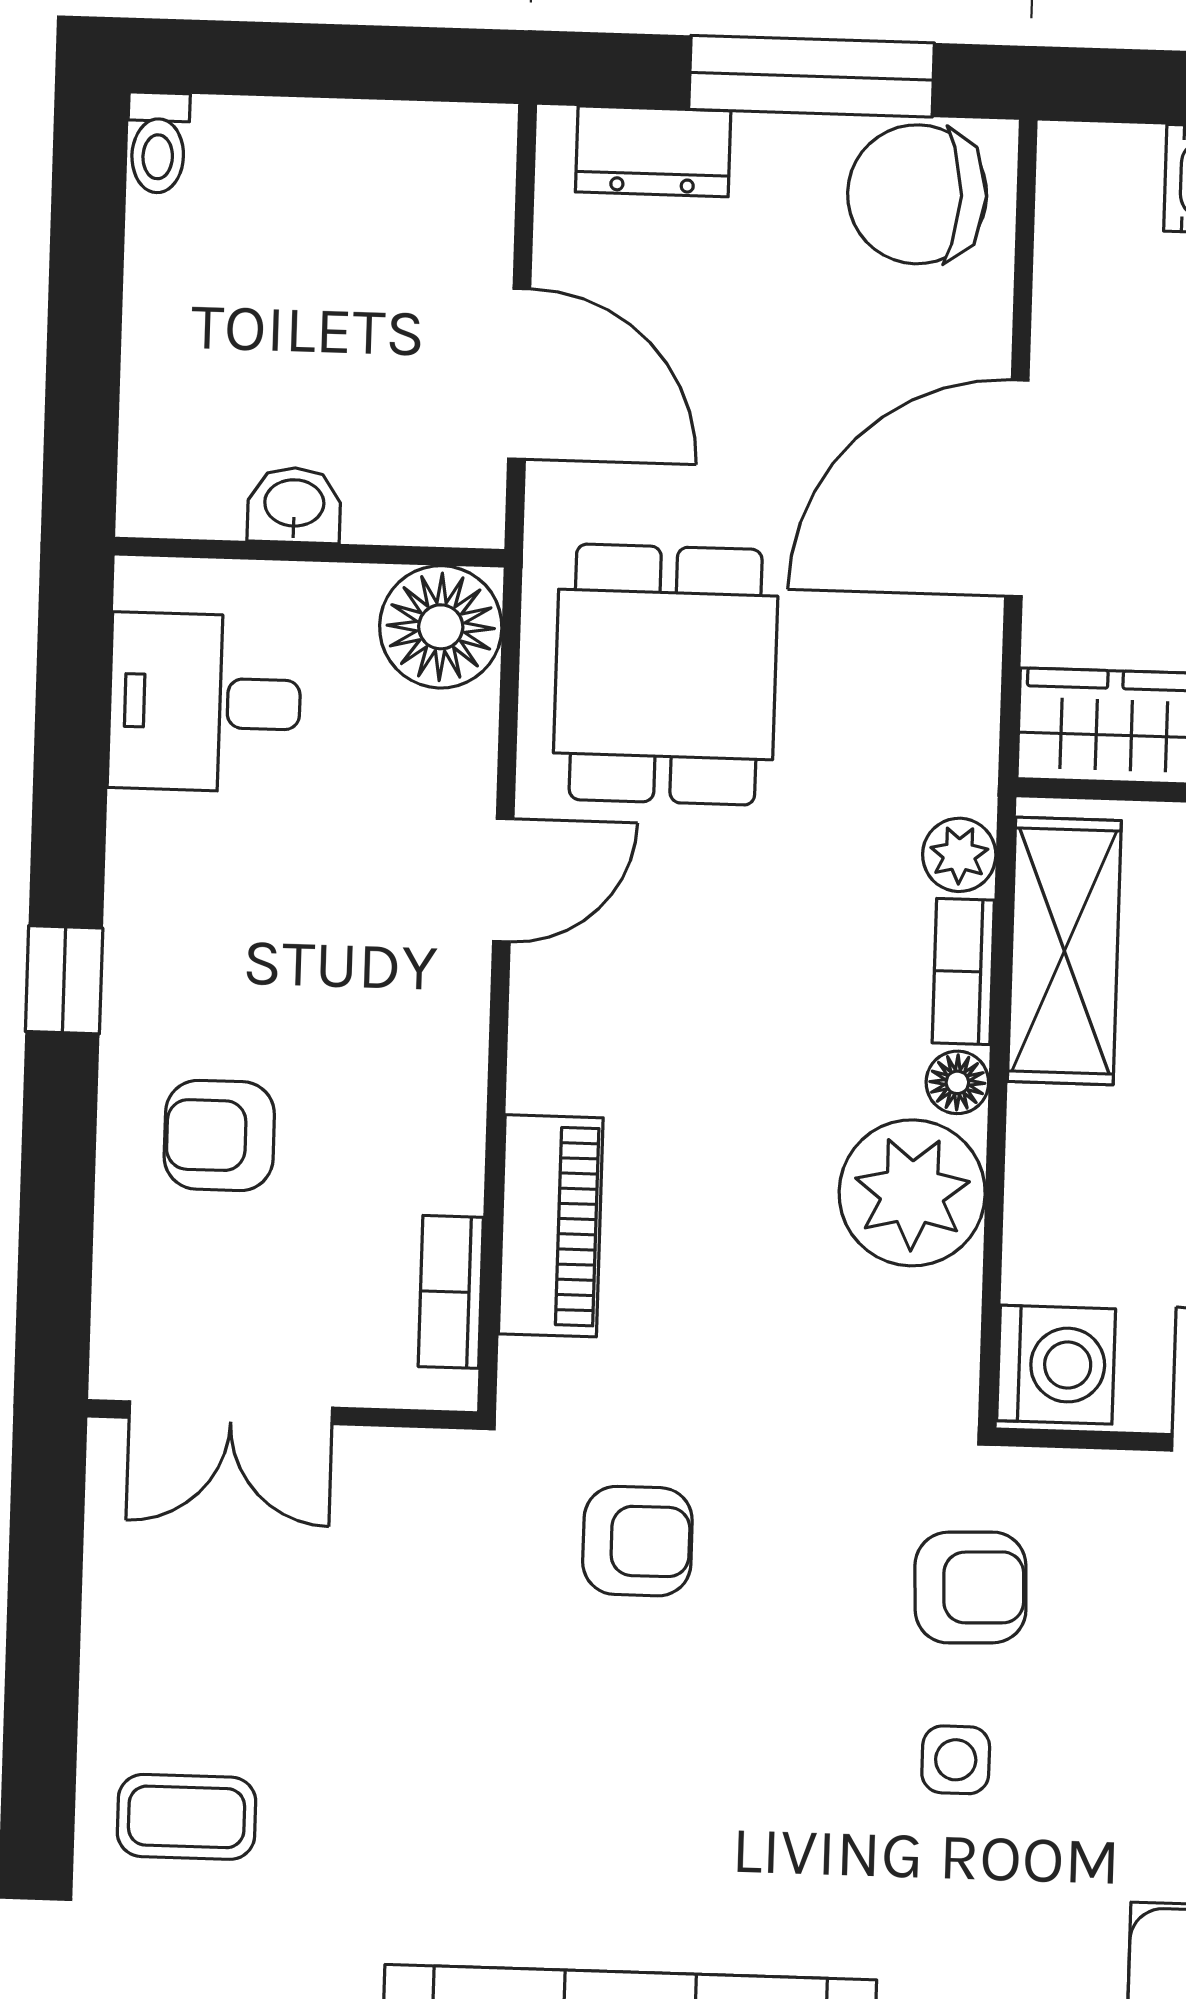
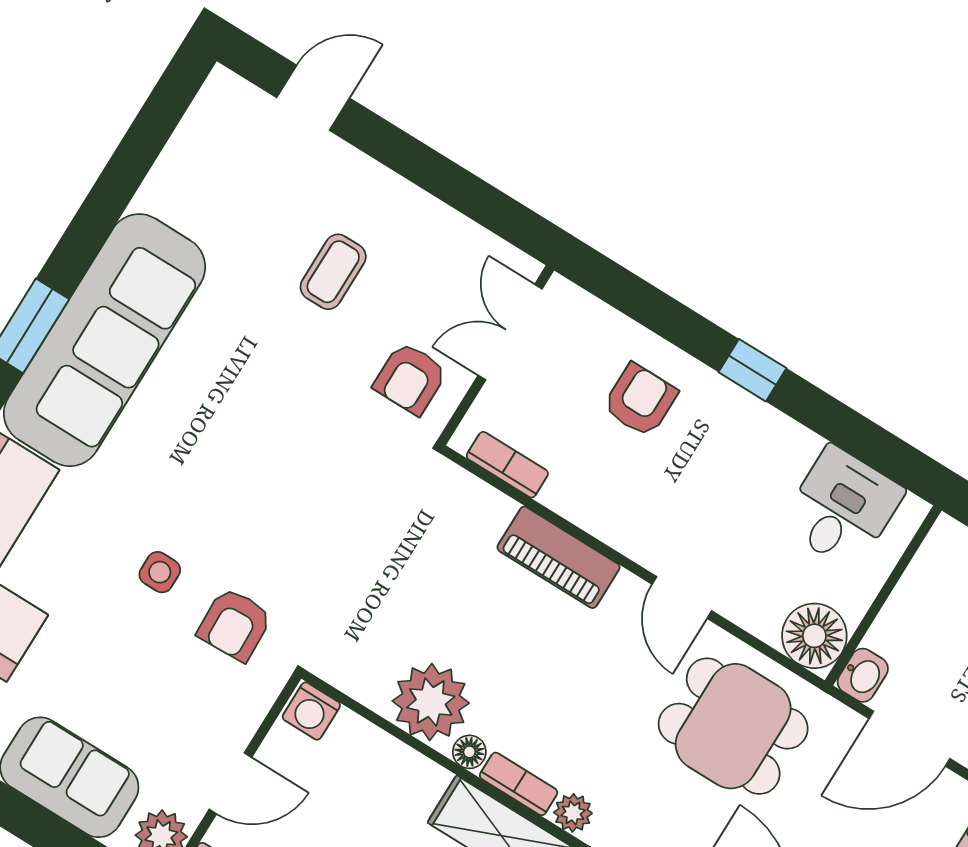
washbasin: (294, 505) -> (863, 675), moved
piano: (551, 1226) -> (559, 557), moved
washing machine: (1056, 1365) -> (311, 711), width x0.73, depth x0.73
armchair: (637, 1541) -> (410, 378), moved
coffee table: (186, 1817) -> (333, 272), moved

